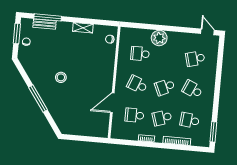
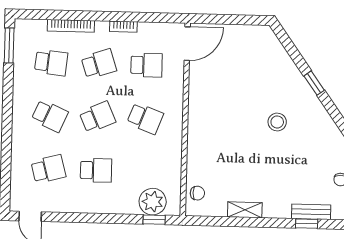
window: (48, 17) -> (307, 224), width x0.46
window: (136, 25) -> (154, 220), added
plant: (159, 38) -> (153, 202), moved
school desk: (140, 54) -> (96, 170), moved
window: (38, 99) -> (314, 83), width x0.46
door: (112, 103) -> (187, 44), moved

